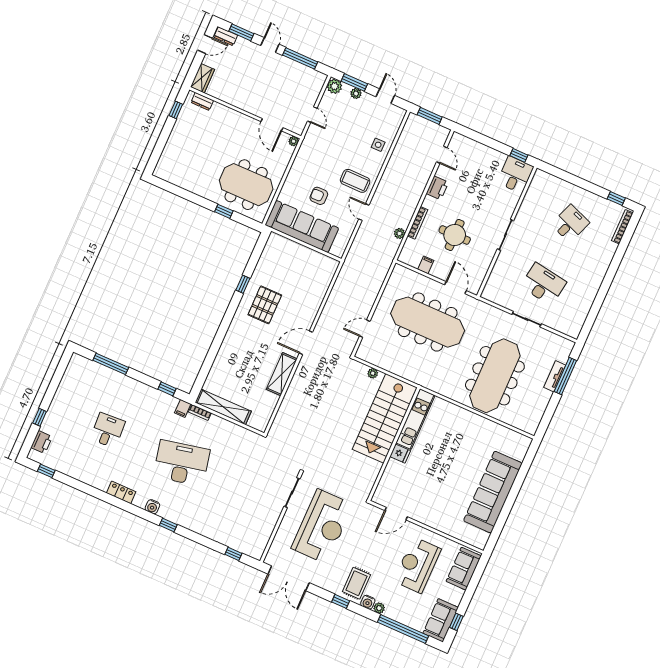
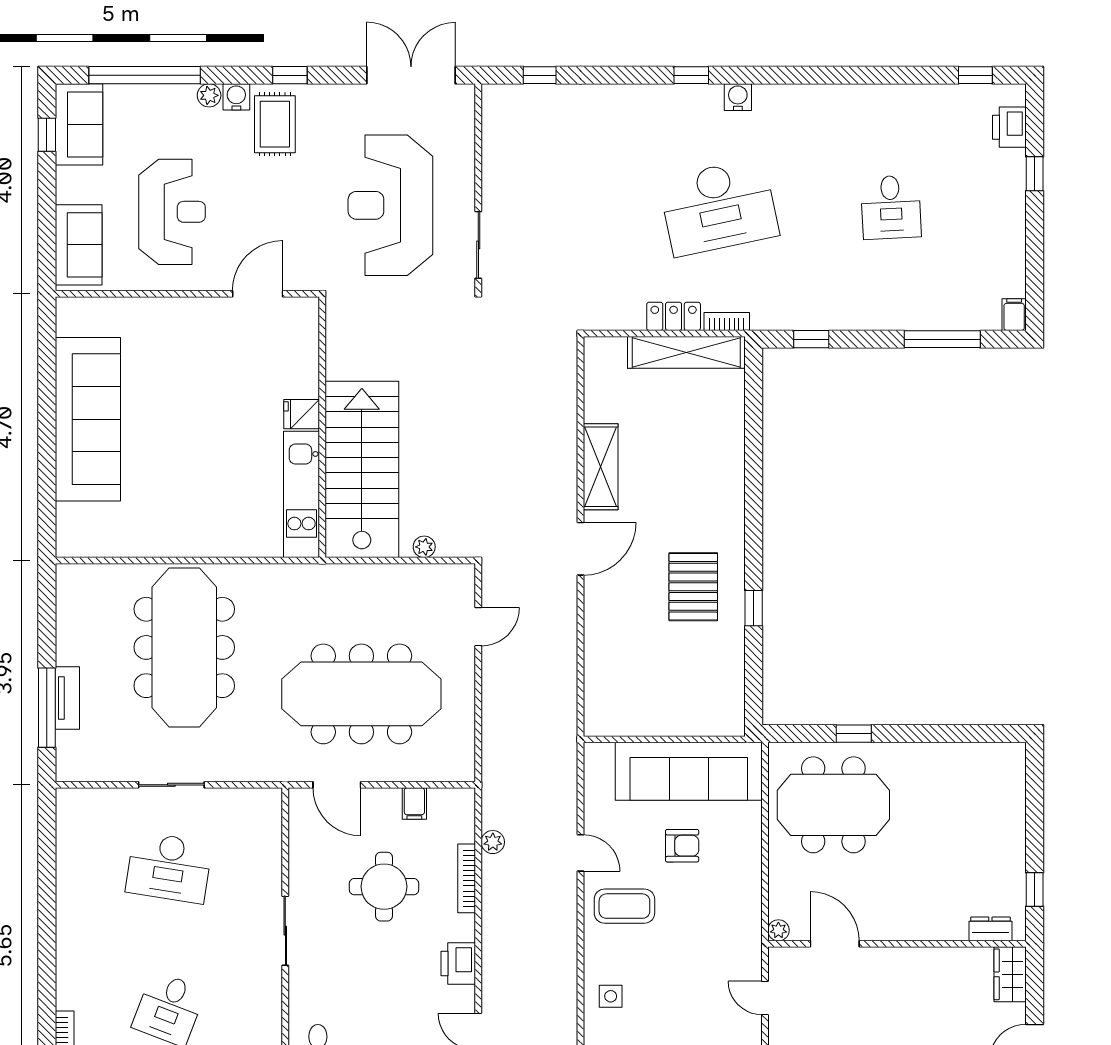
filing cabinet: (183, 408) -> (1014, 315), moved
locker: (121, 492) -> (674, 316), moved, turned 180

